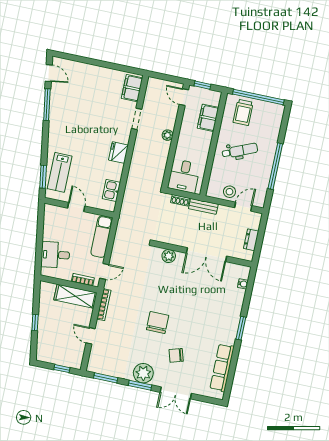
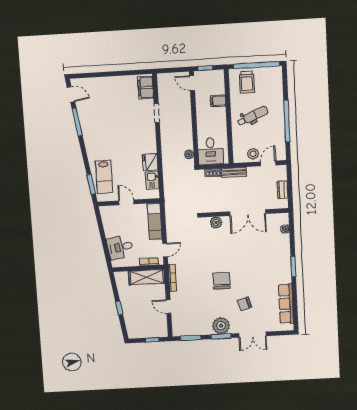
filing cabinet: (208, 118) -> (218, 101), width x0.50
plant: (168, 135) -> (189, 154), moved
fridge: (118, 153) -> (150, 162), moved

